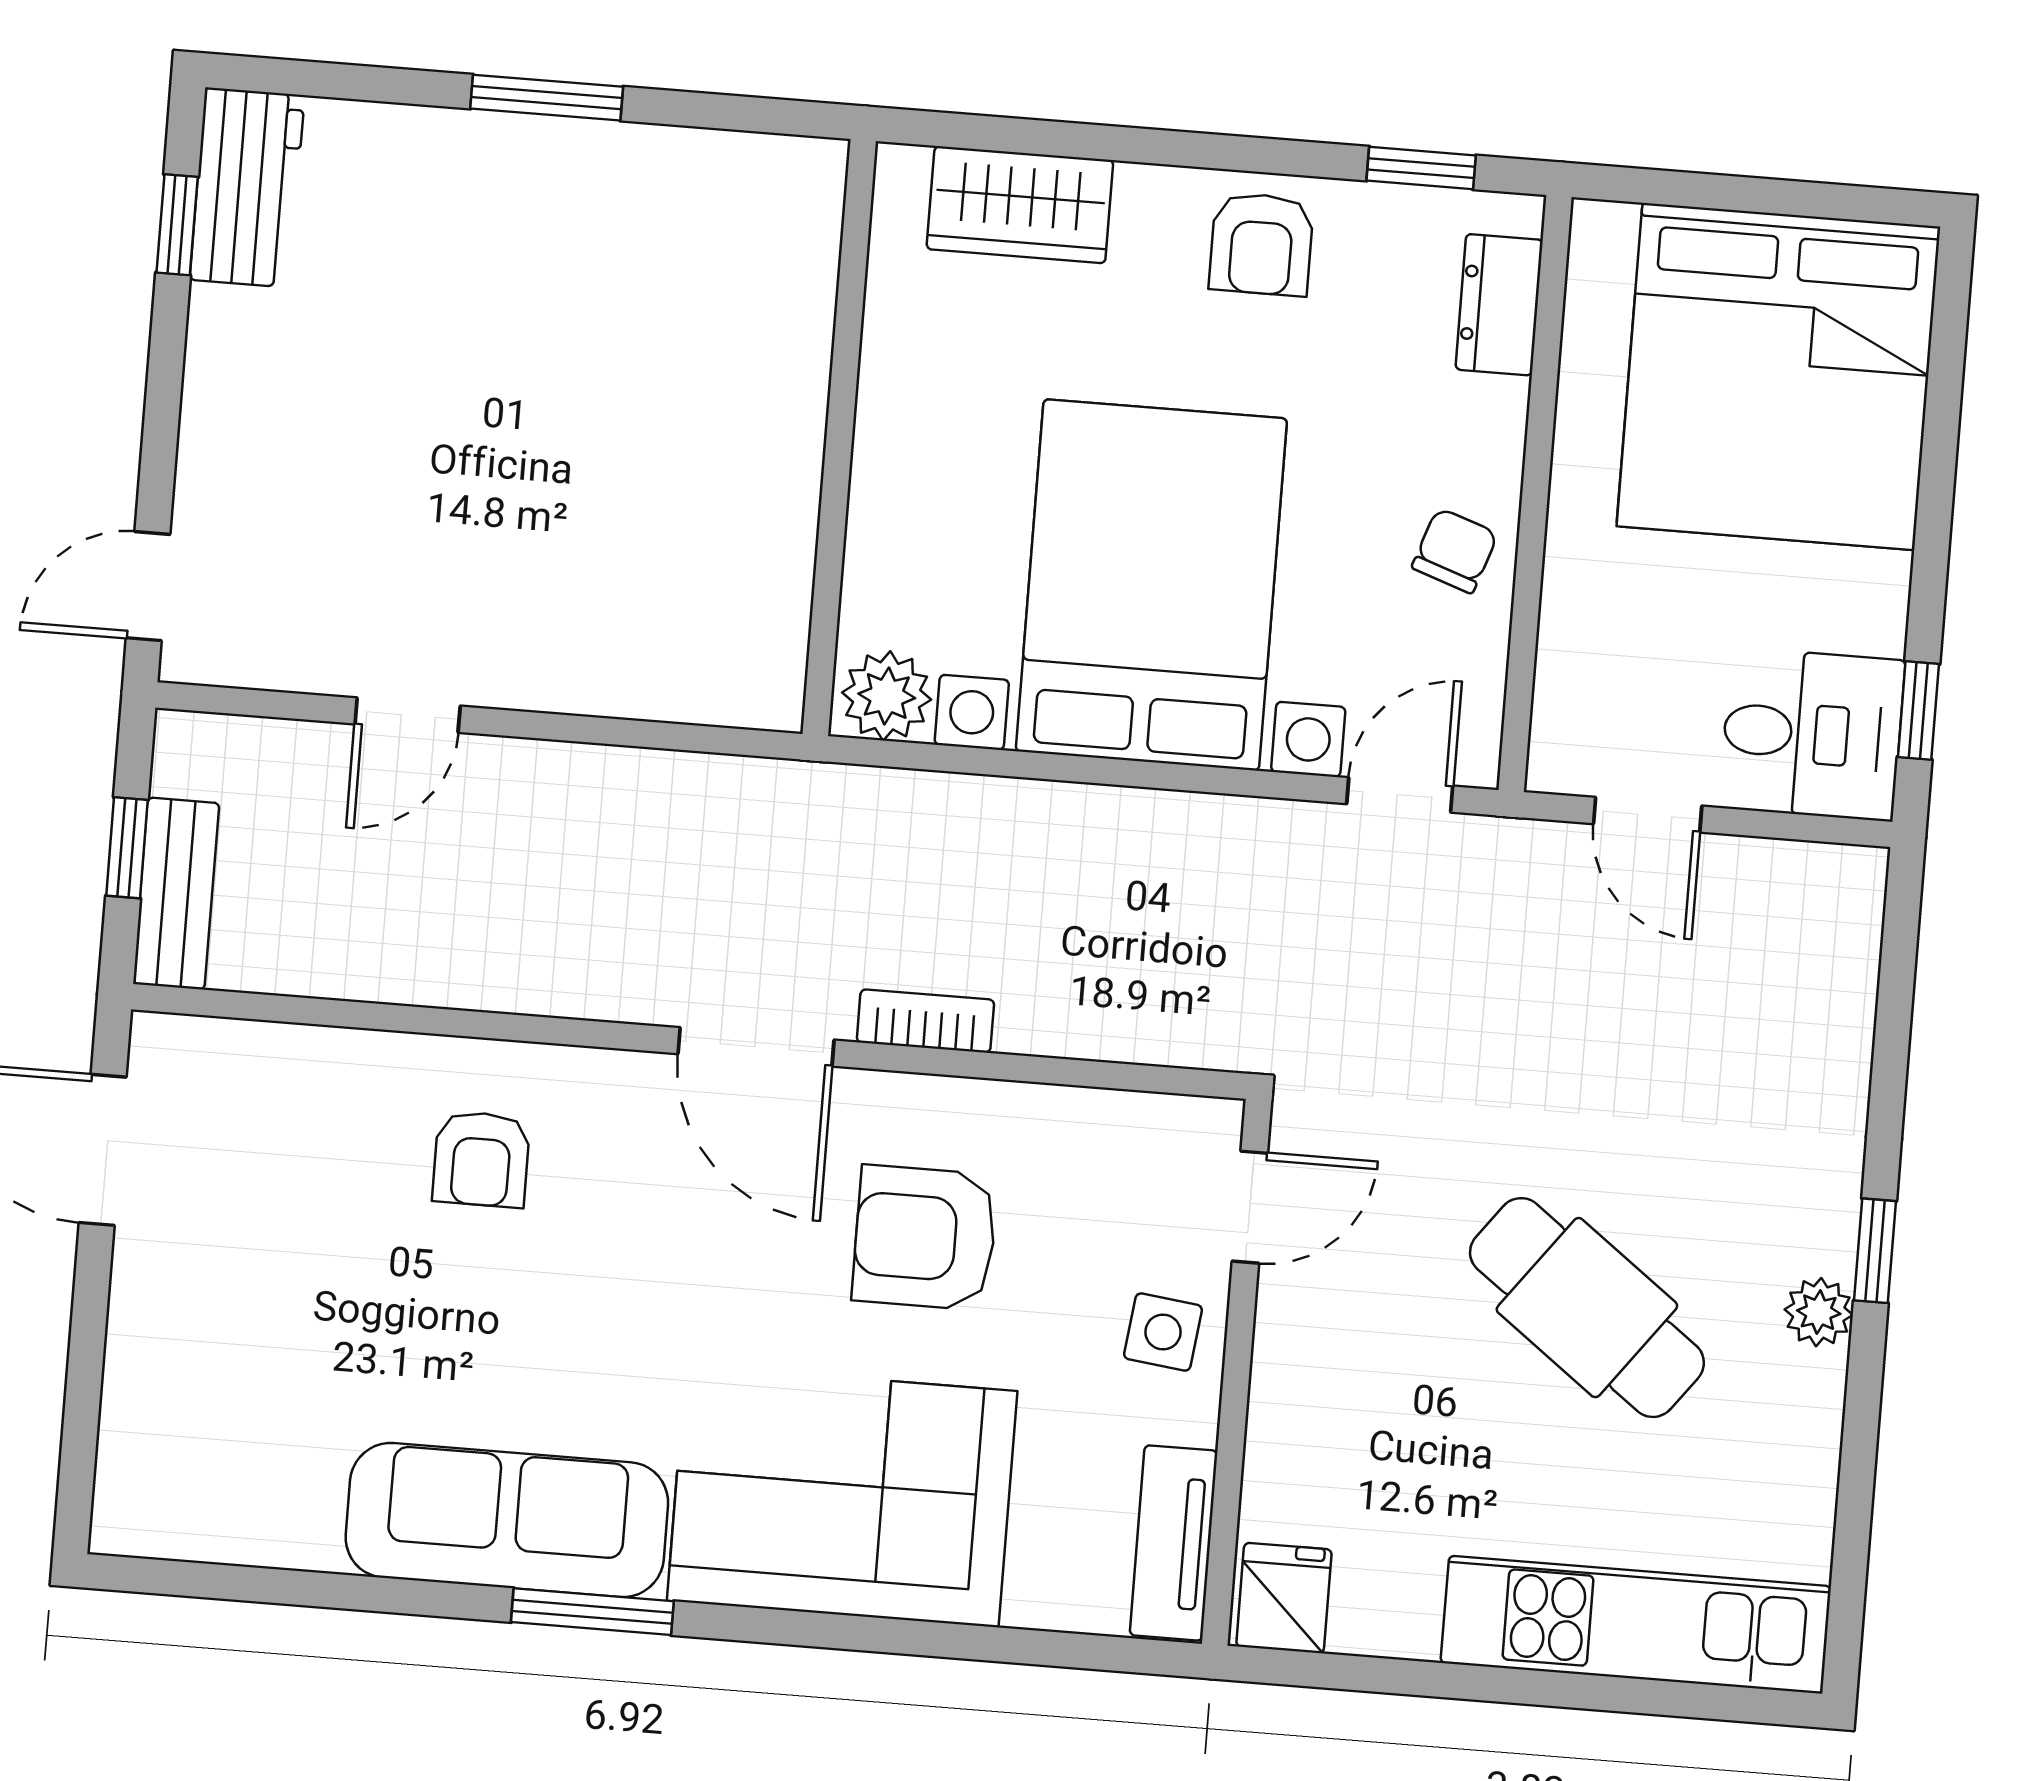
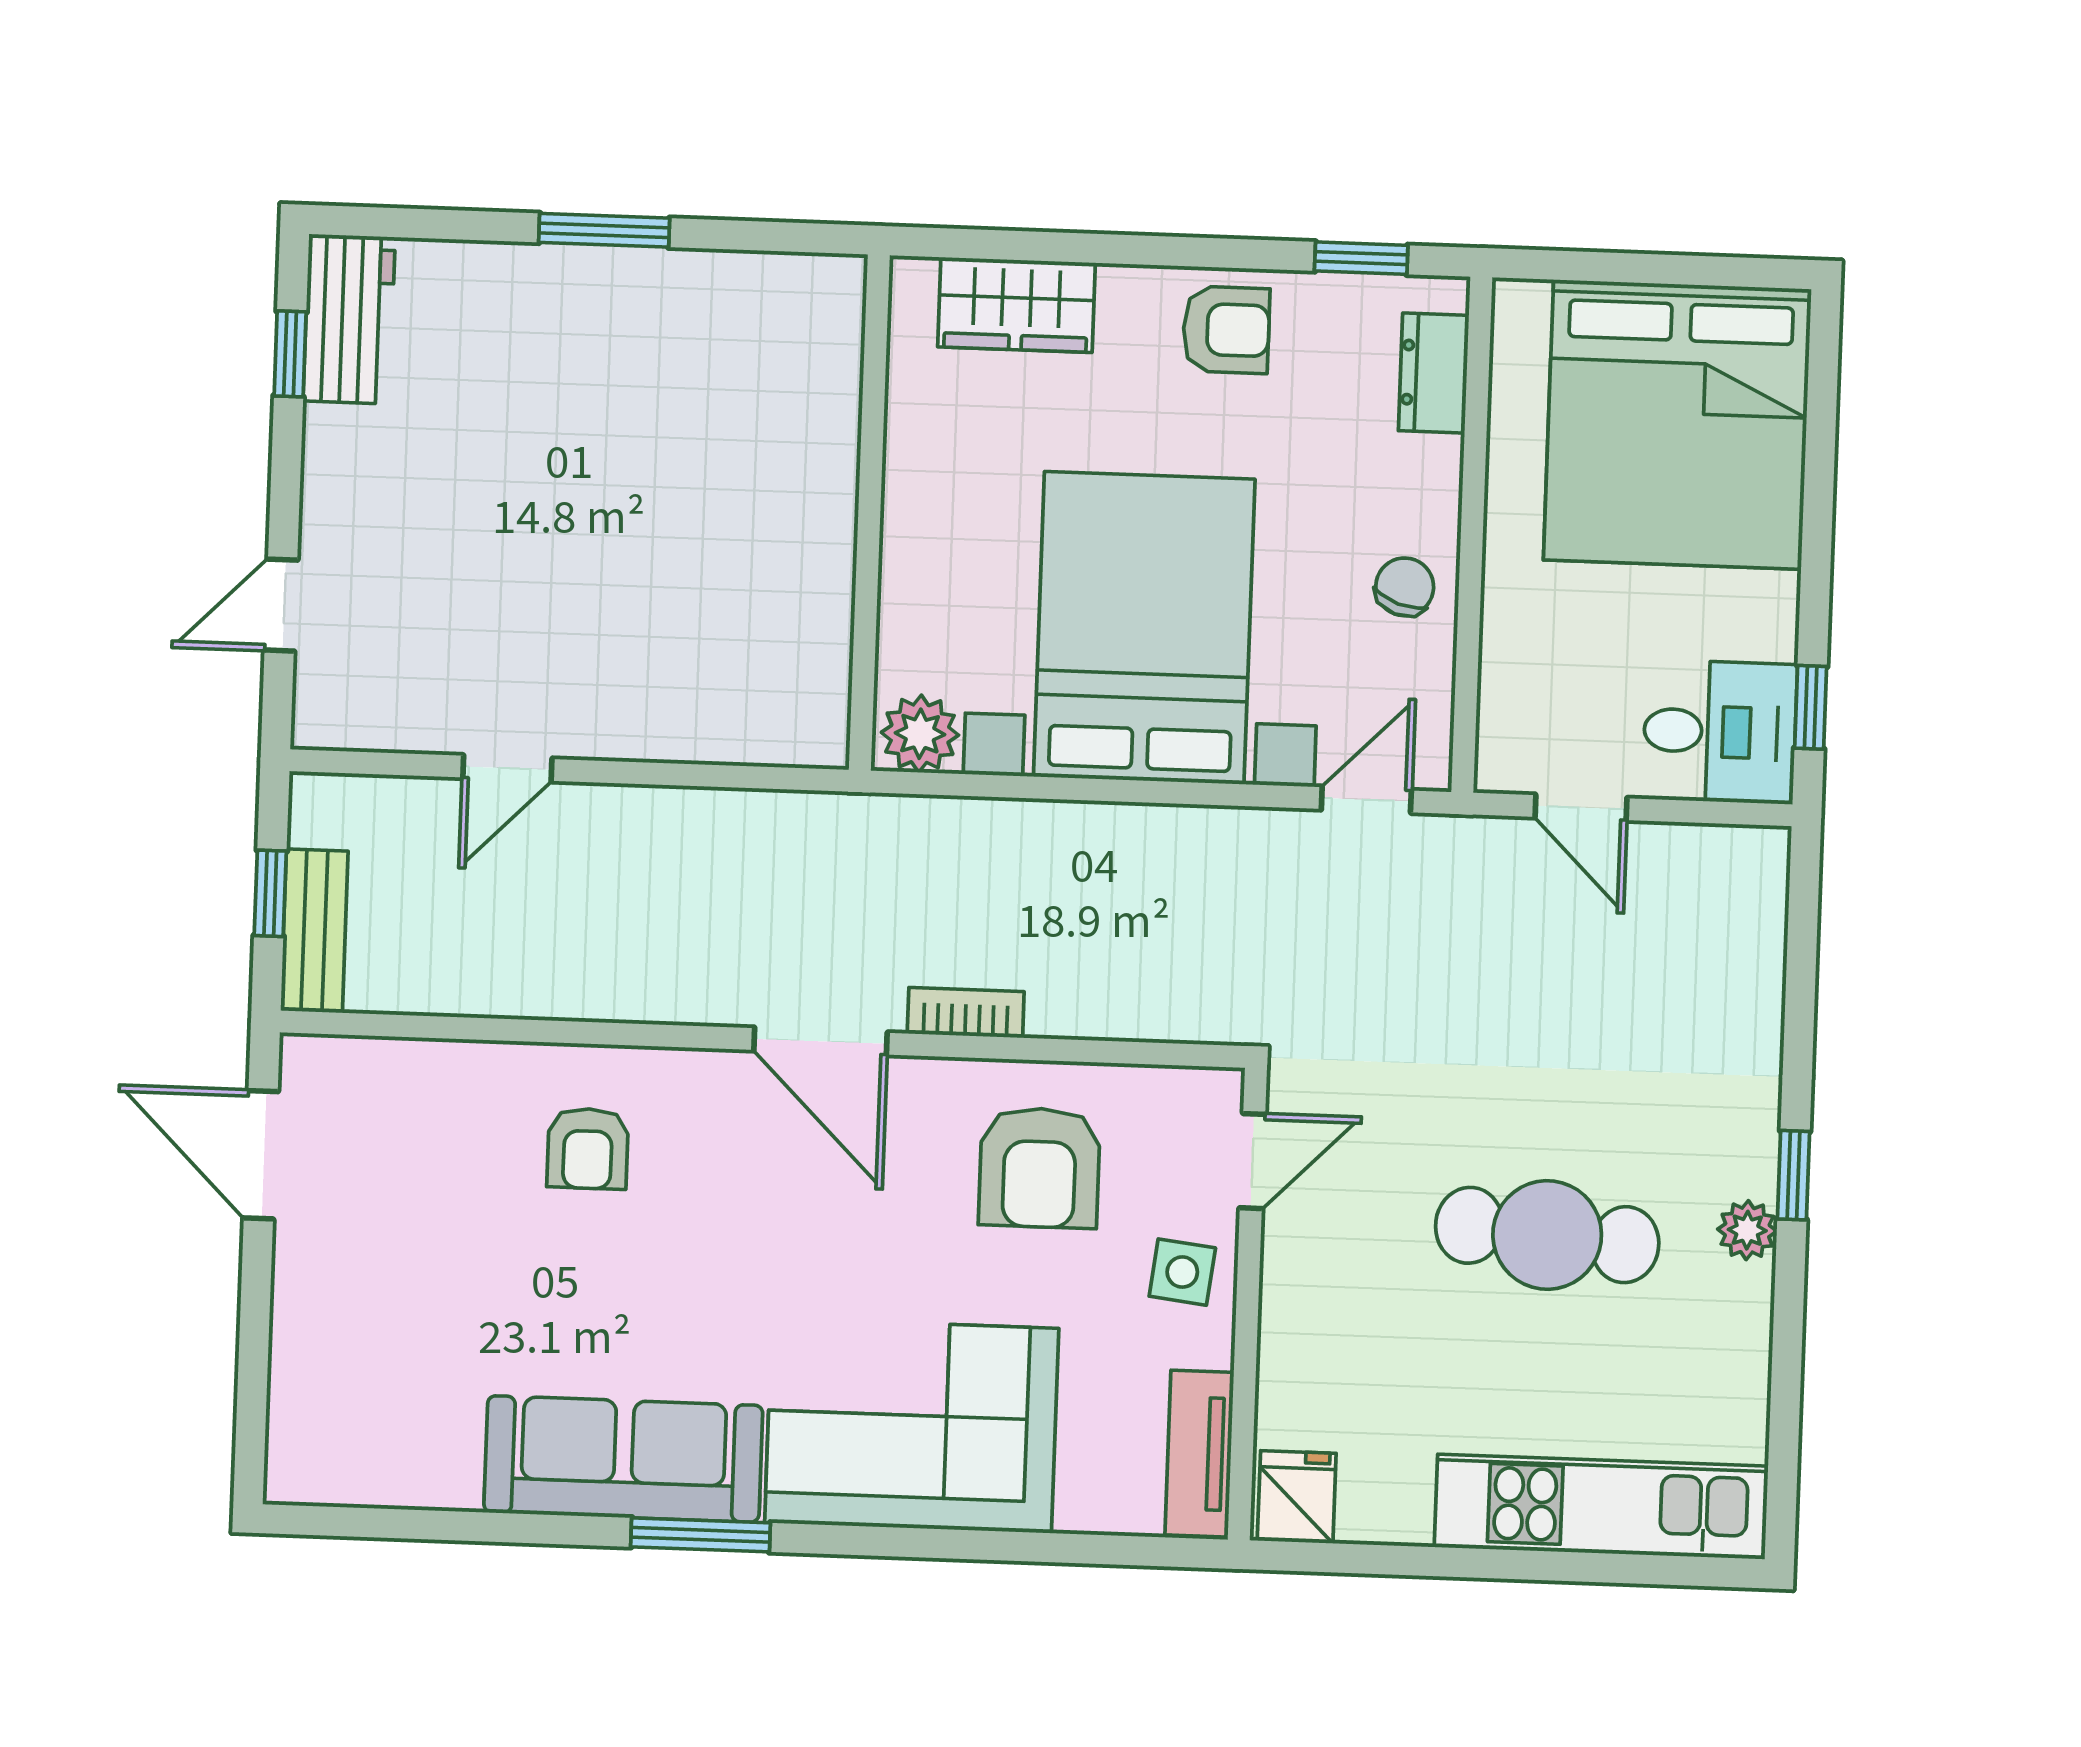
armchair: (1261, 244) -> (1226, 330), turned -90
door: (148, 586) -> (281, 605), moved
armchair: (925, 1238) -> (1039, 1168), moved, turned -90
cafe table: (1587, 1308) -> (1547, 1235), turned -32

